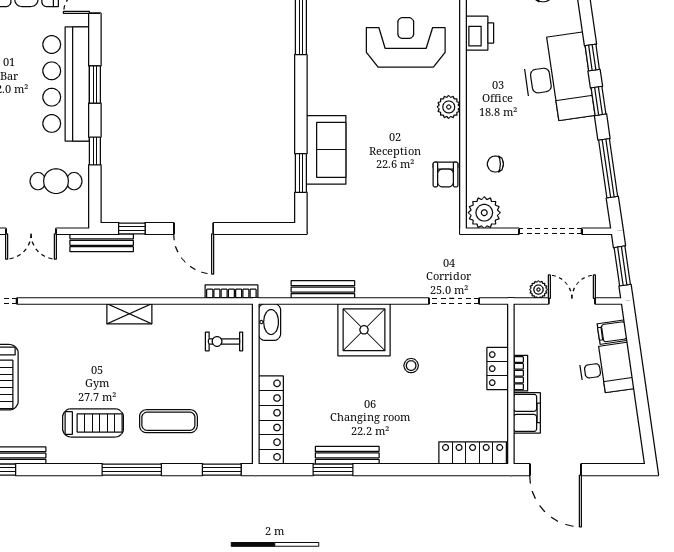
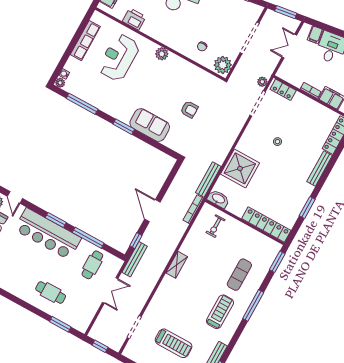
window: (95, 151) -> (88, 238), width x2.17
window: (301, 173) -> (124, 127), moved
armchair: (446, 175) -> (189, 109), moved
door: (194, 228) -> (152, 211), swing flipped
bench: (323, 290) -> (208, 180), moved
plant: (538, 290) -> (262, 82), moved
shower: (364, 330) -> (240, 168), moved
locker: (498, 369) -> (283, 90), moved
bench: (347, 455) -> (320, 169), moved

